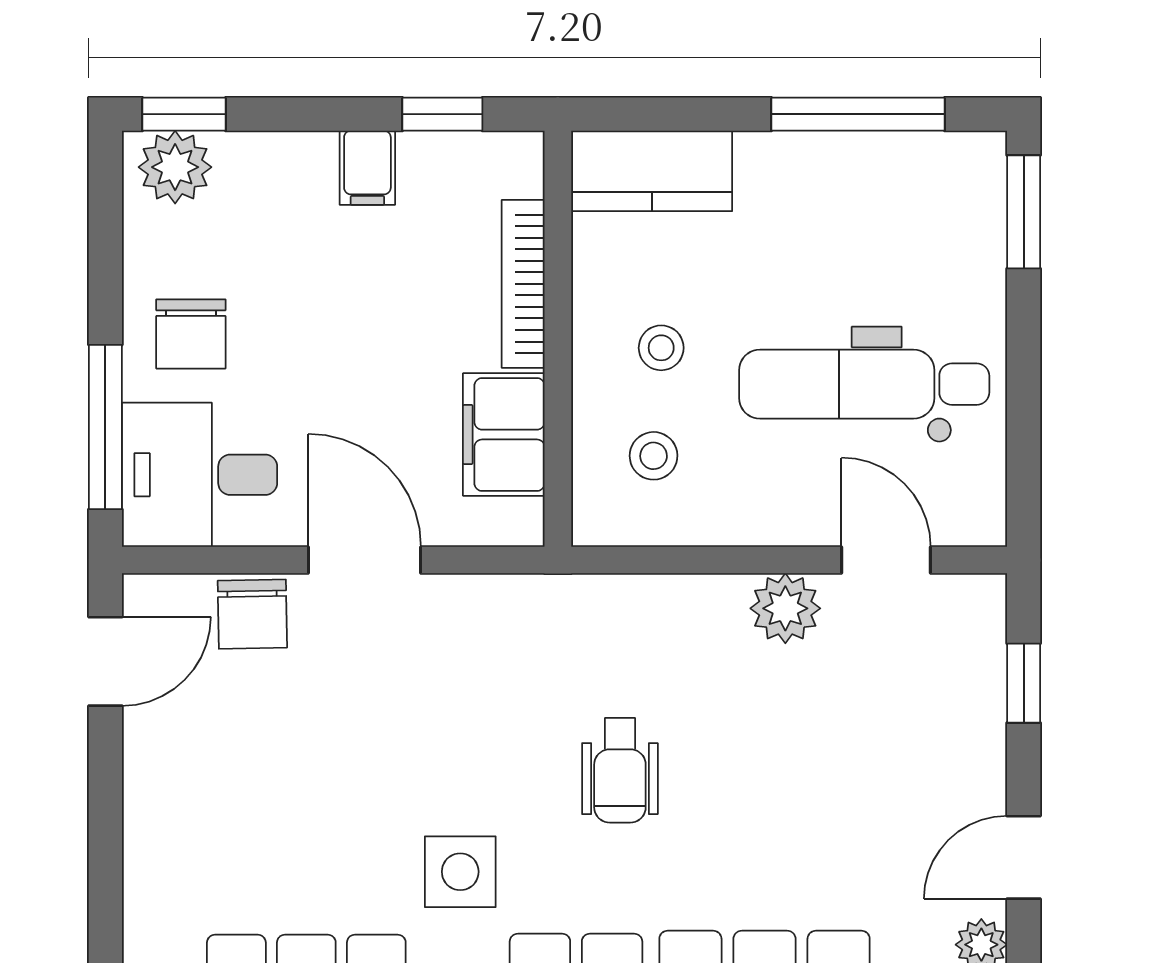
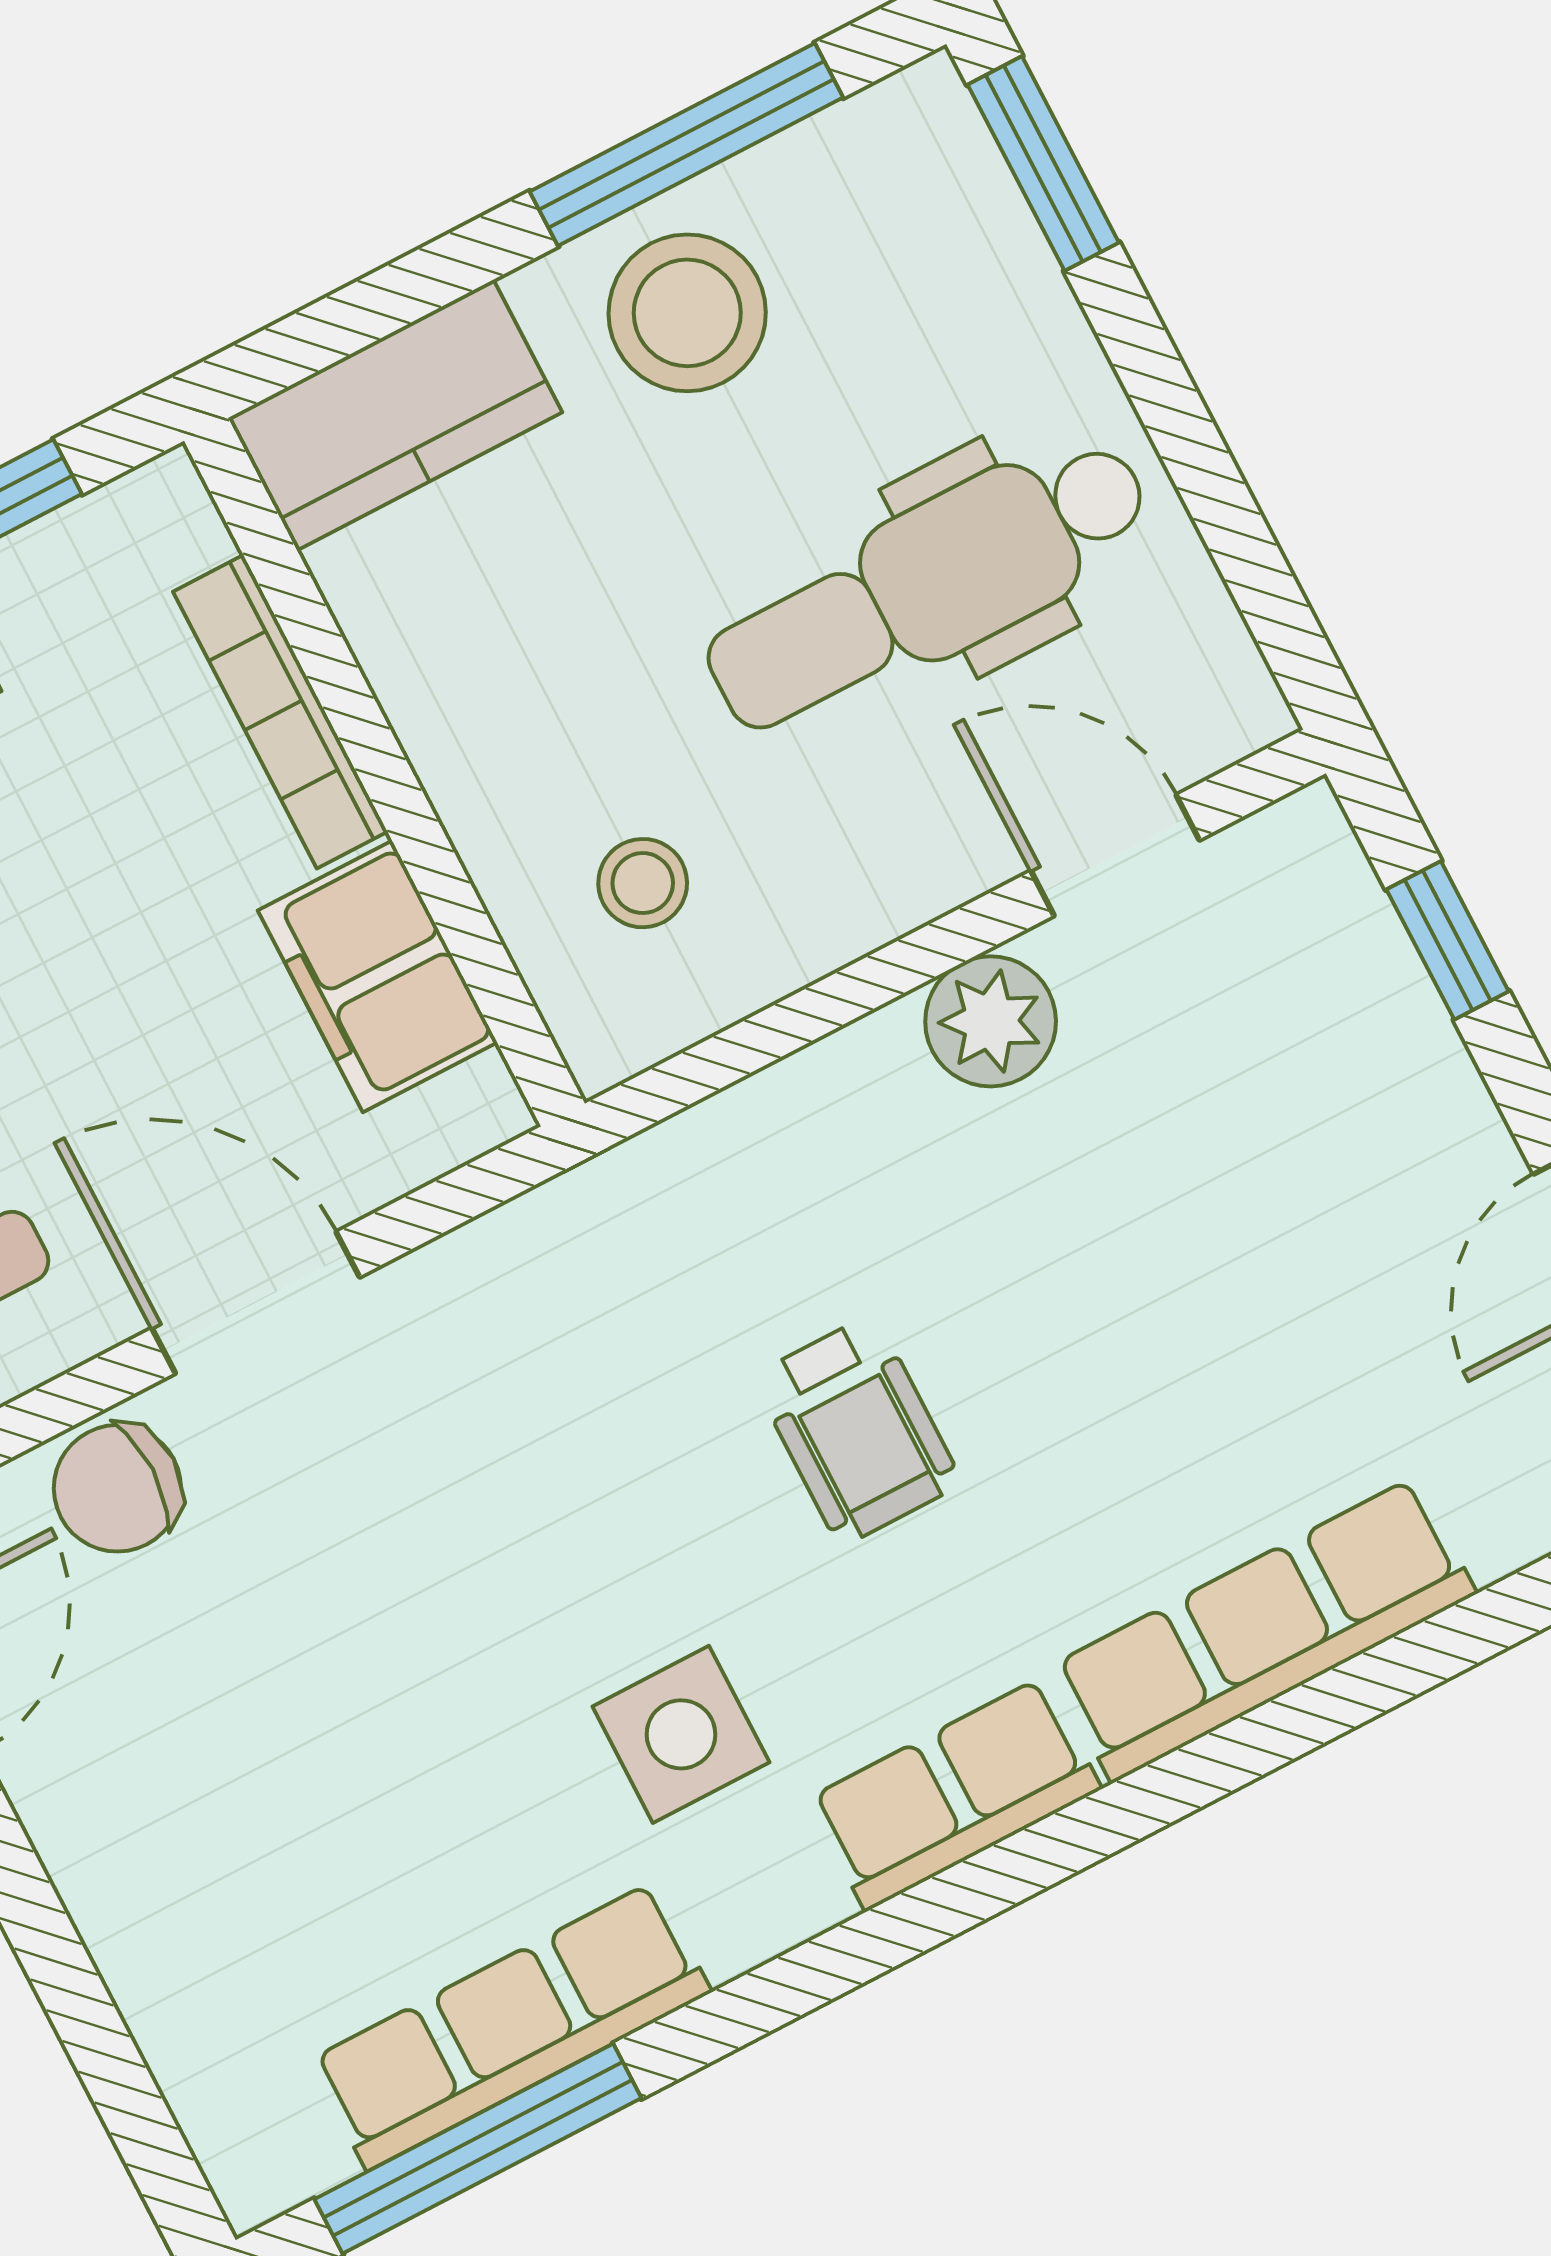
stool: (661, 348) -> (687, 313), moved, width x1.89, depth x1.89
chair: (252, 614) -> (117, 1488), turned 91

